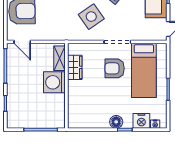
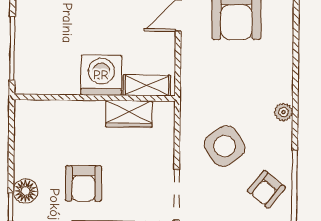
armchair: (115, 68) -> (84, 183), moved, turned 180

